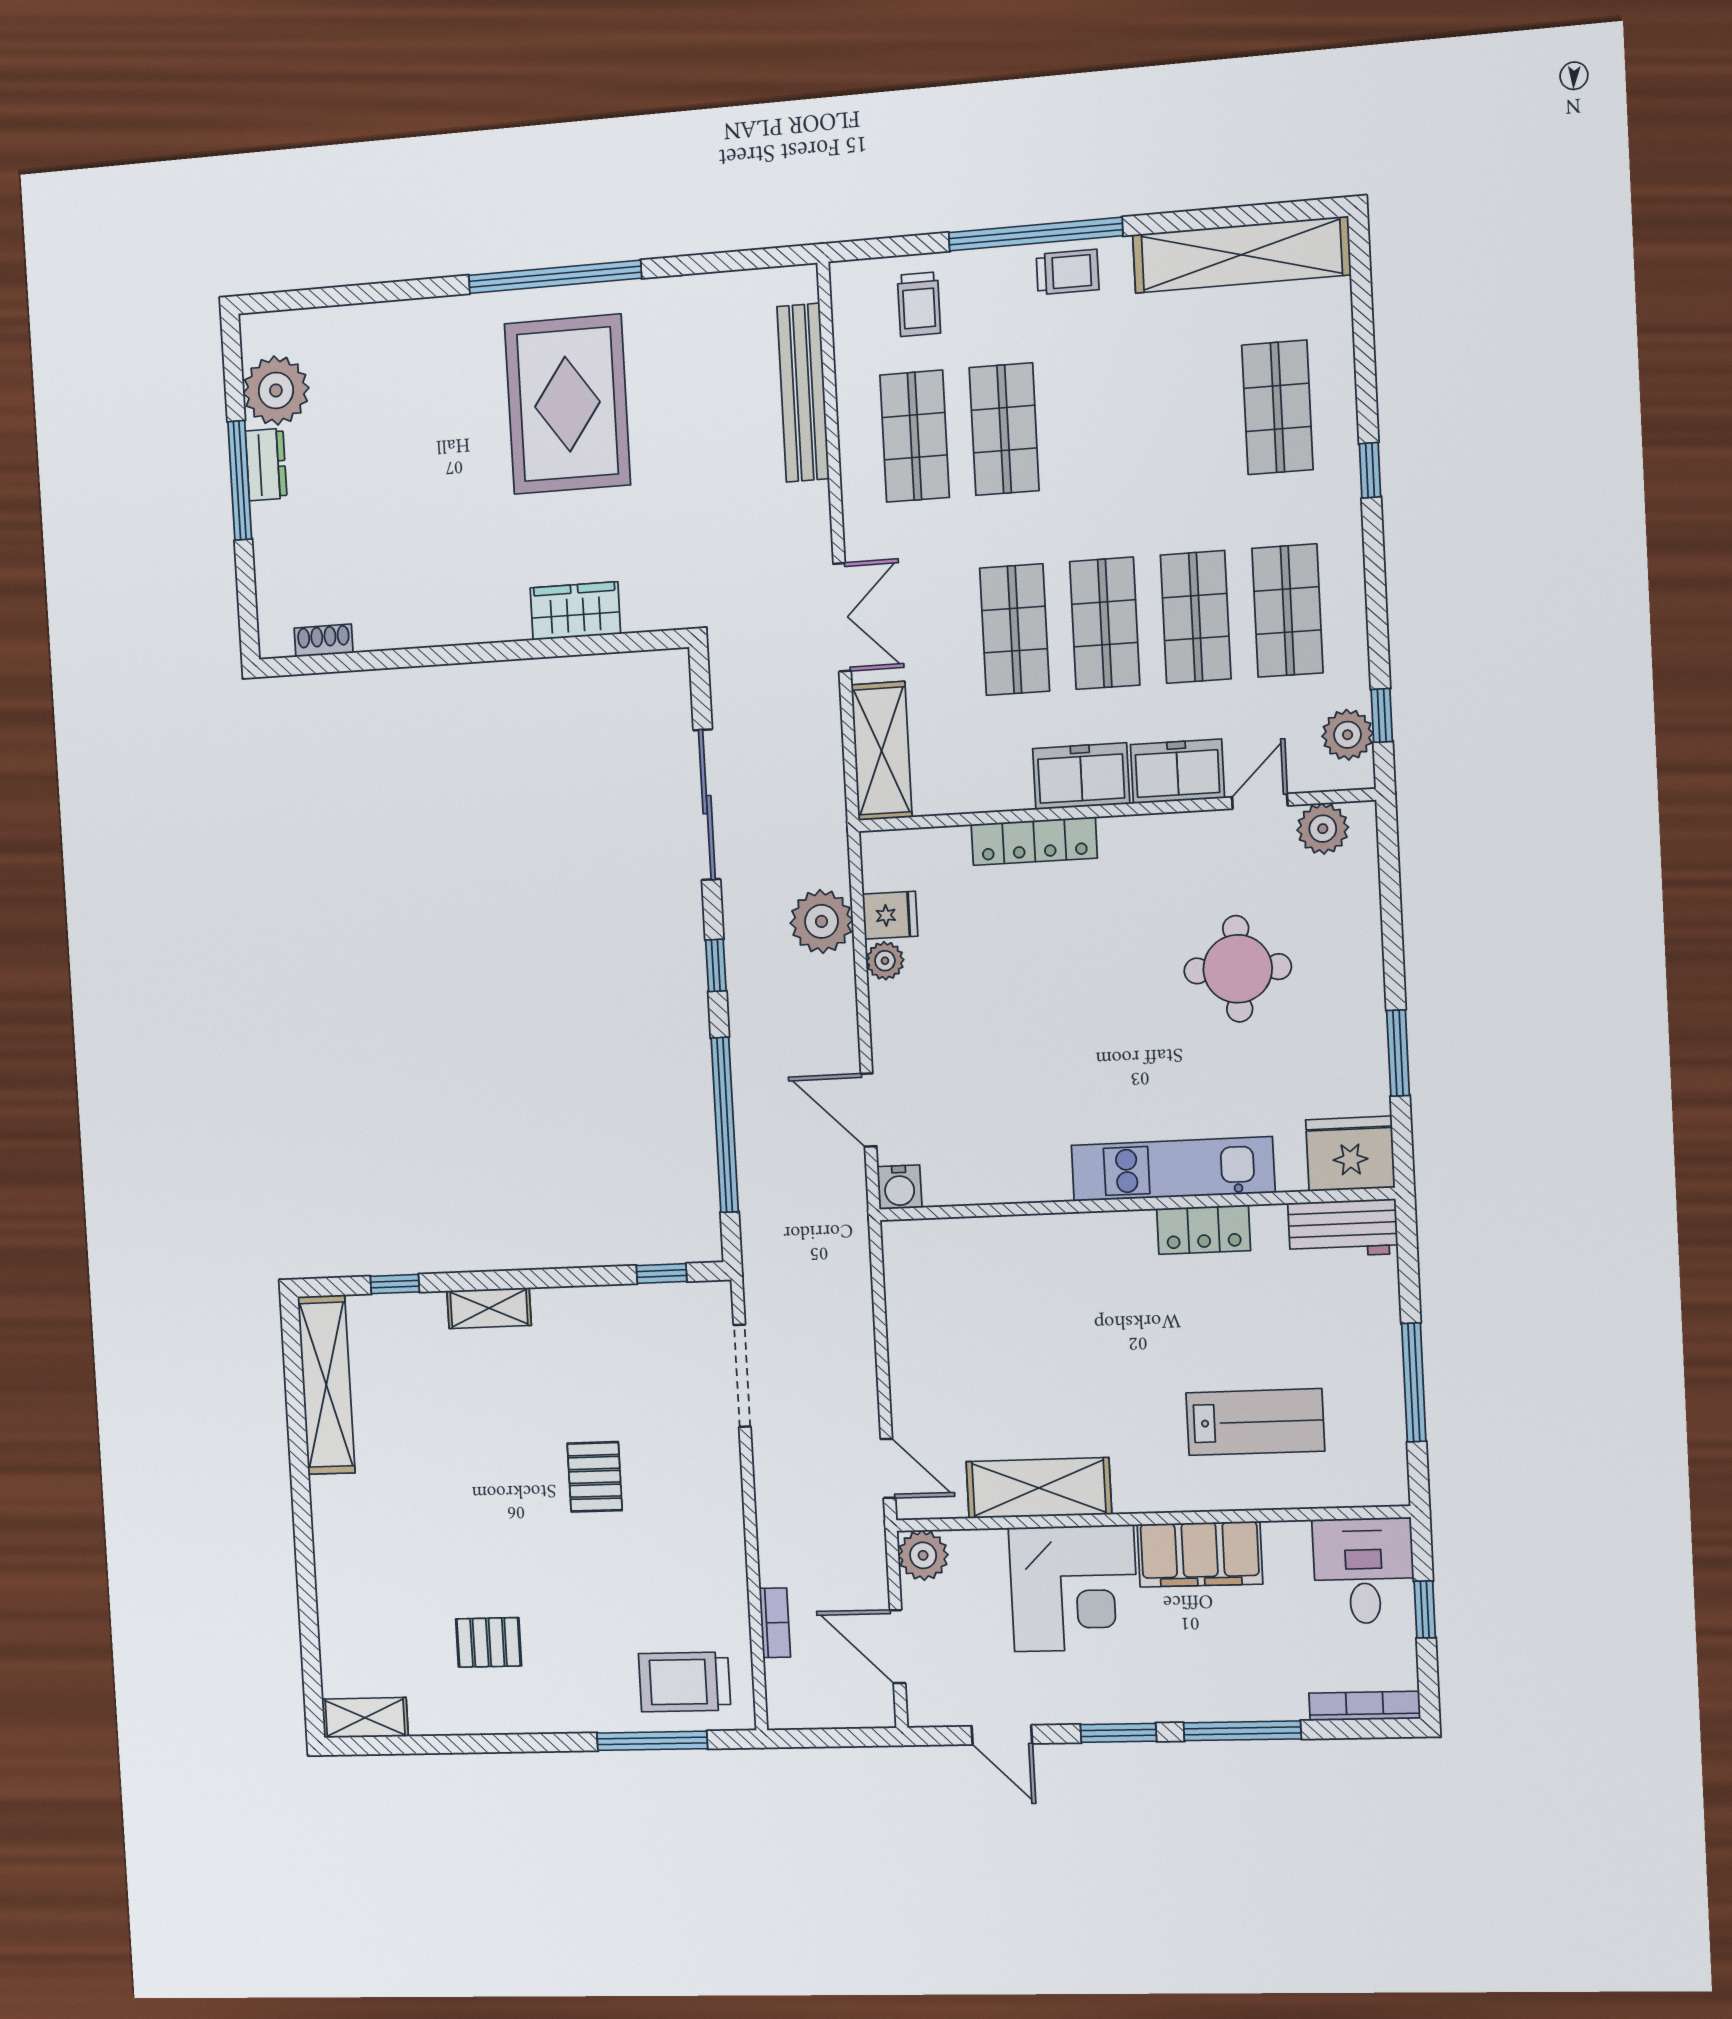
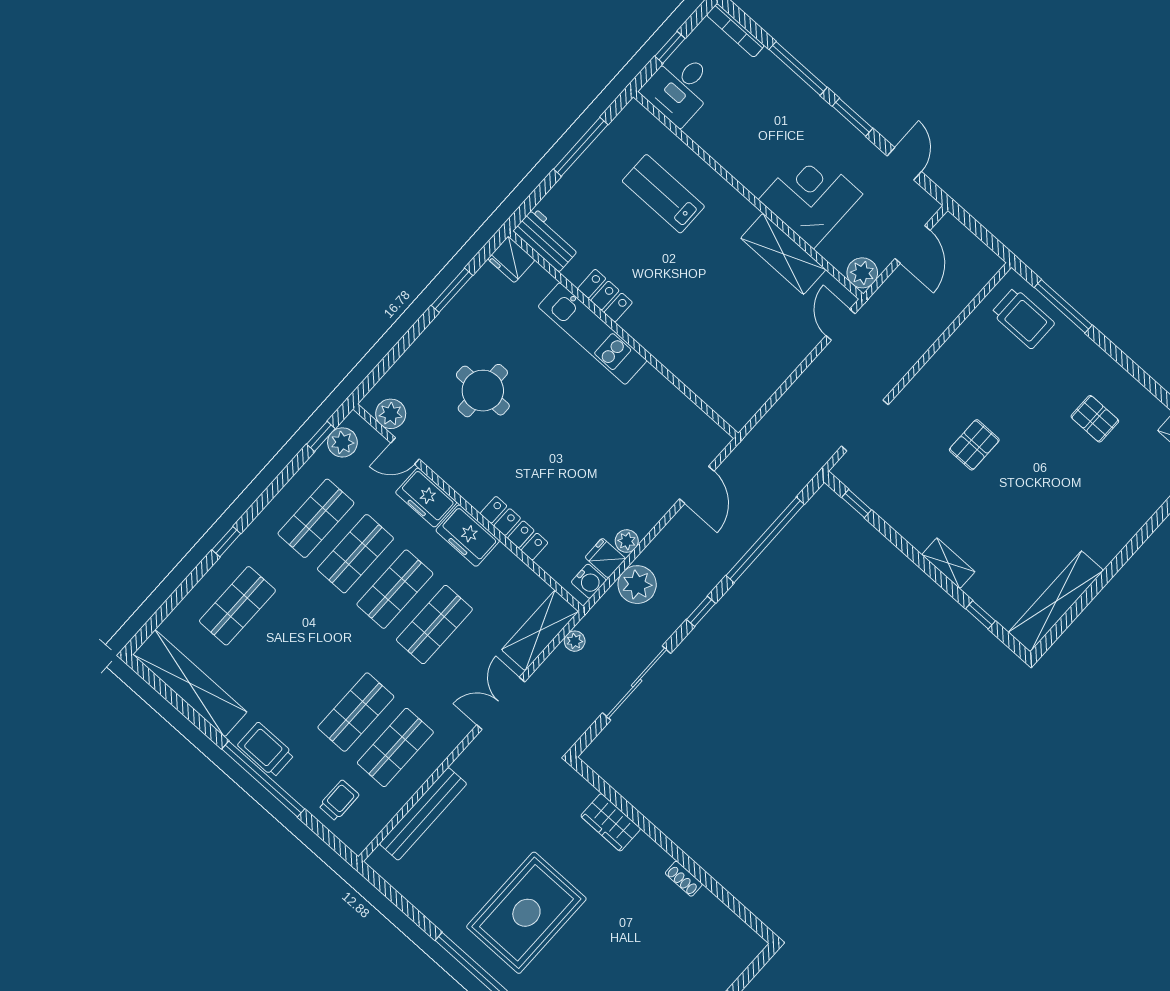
trolley: (1068, 272) -> (266, 750), width x1.36, depth x1.39
shoe rack: (324, 640) -> (684, 879), moved
plant: (828, 780) -> (575, 641), added
fridge: (1350, 1154) -> (511, 259), width x0.73, depth x0.75
water cooler: (899, 1187) -> (589, 581), moved, turned 90
filing cabinet: (1200, 1554) -> (742, 160), removed
bookcase: (775, 1623) -> (957, 306), removed

